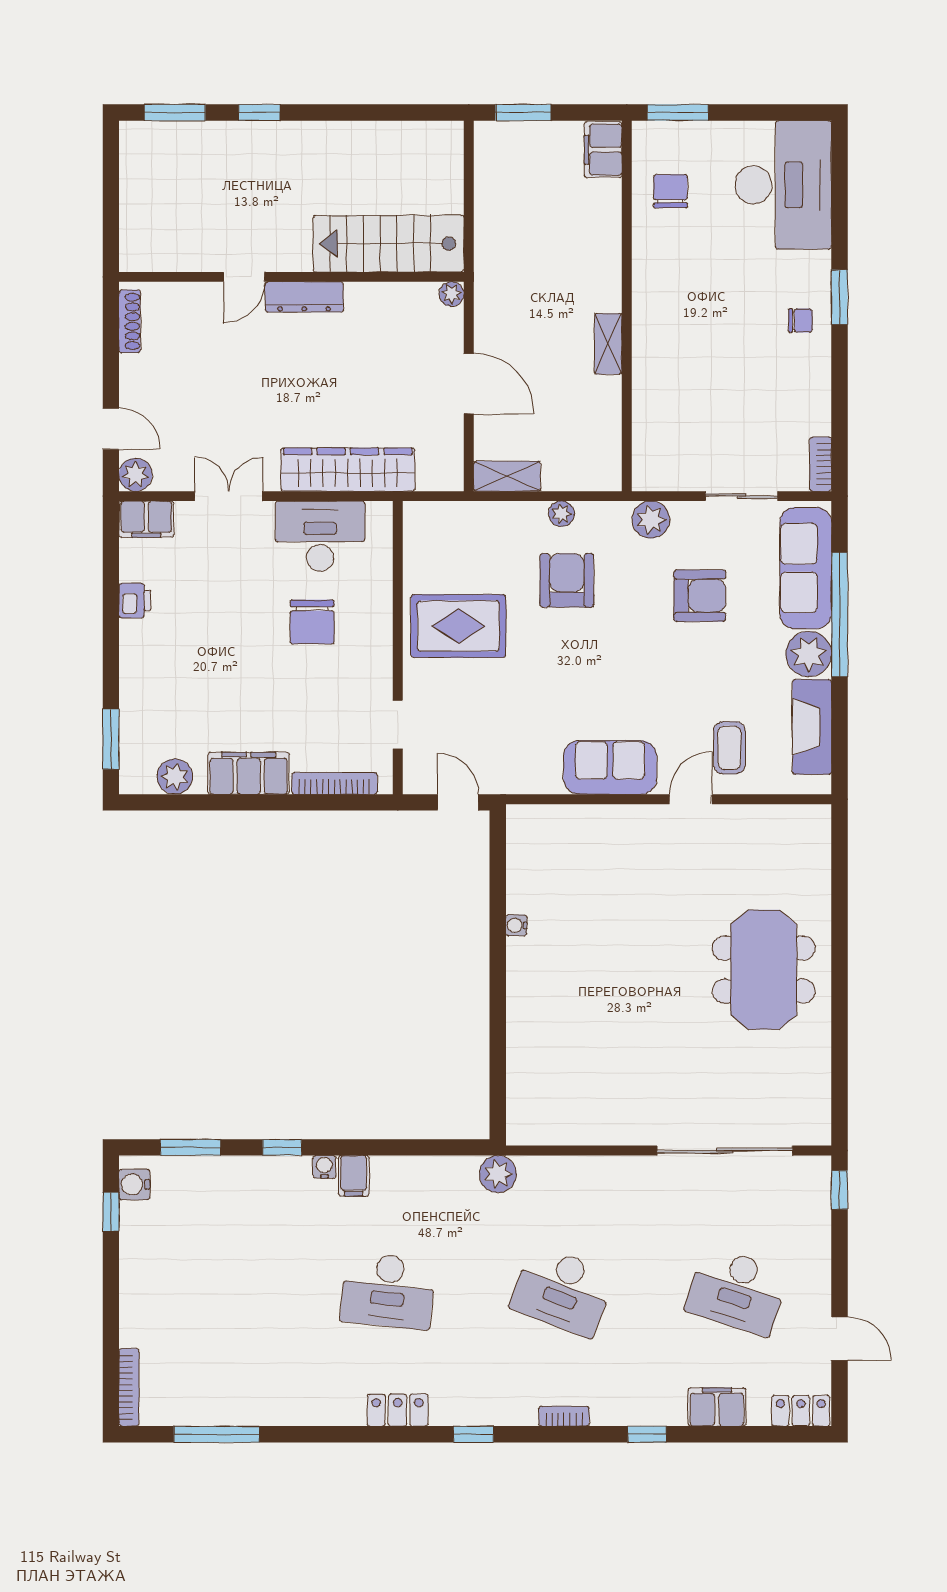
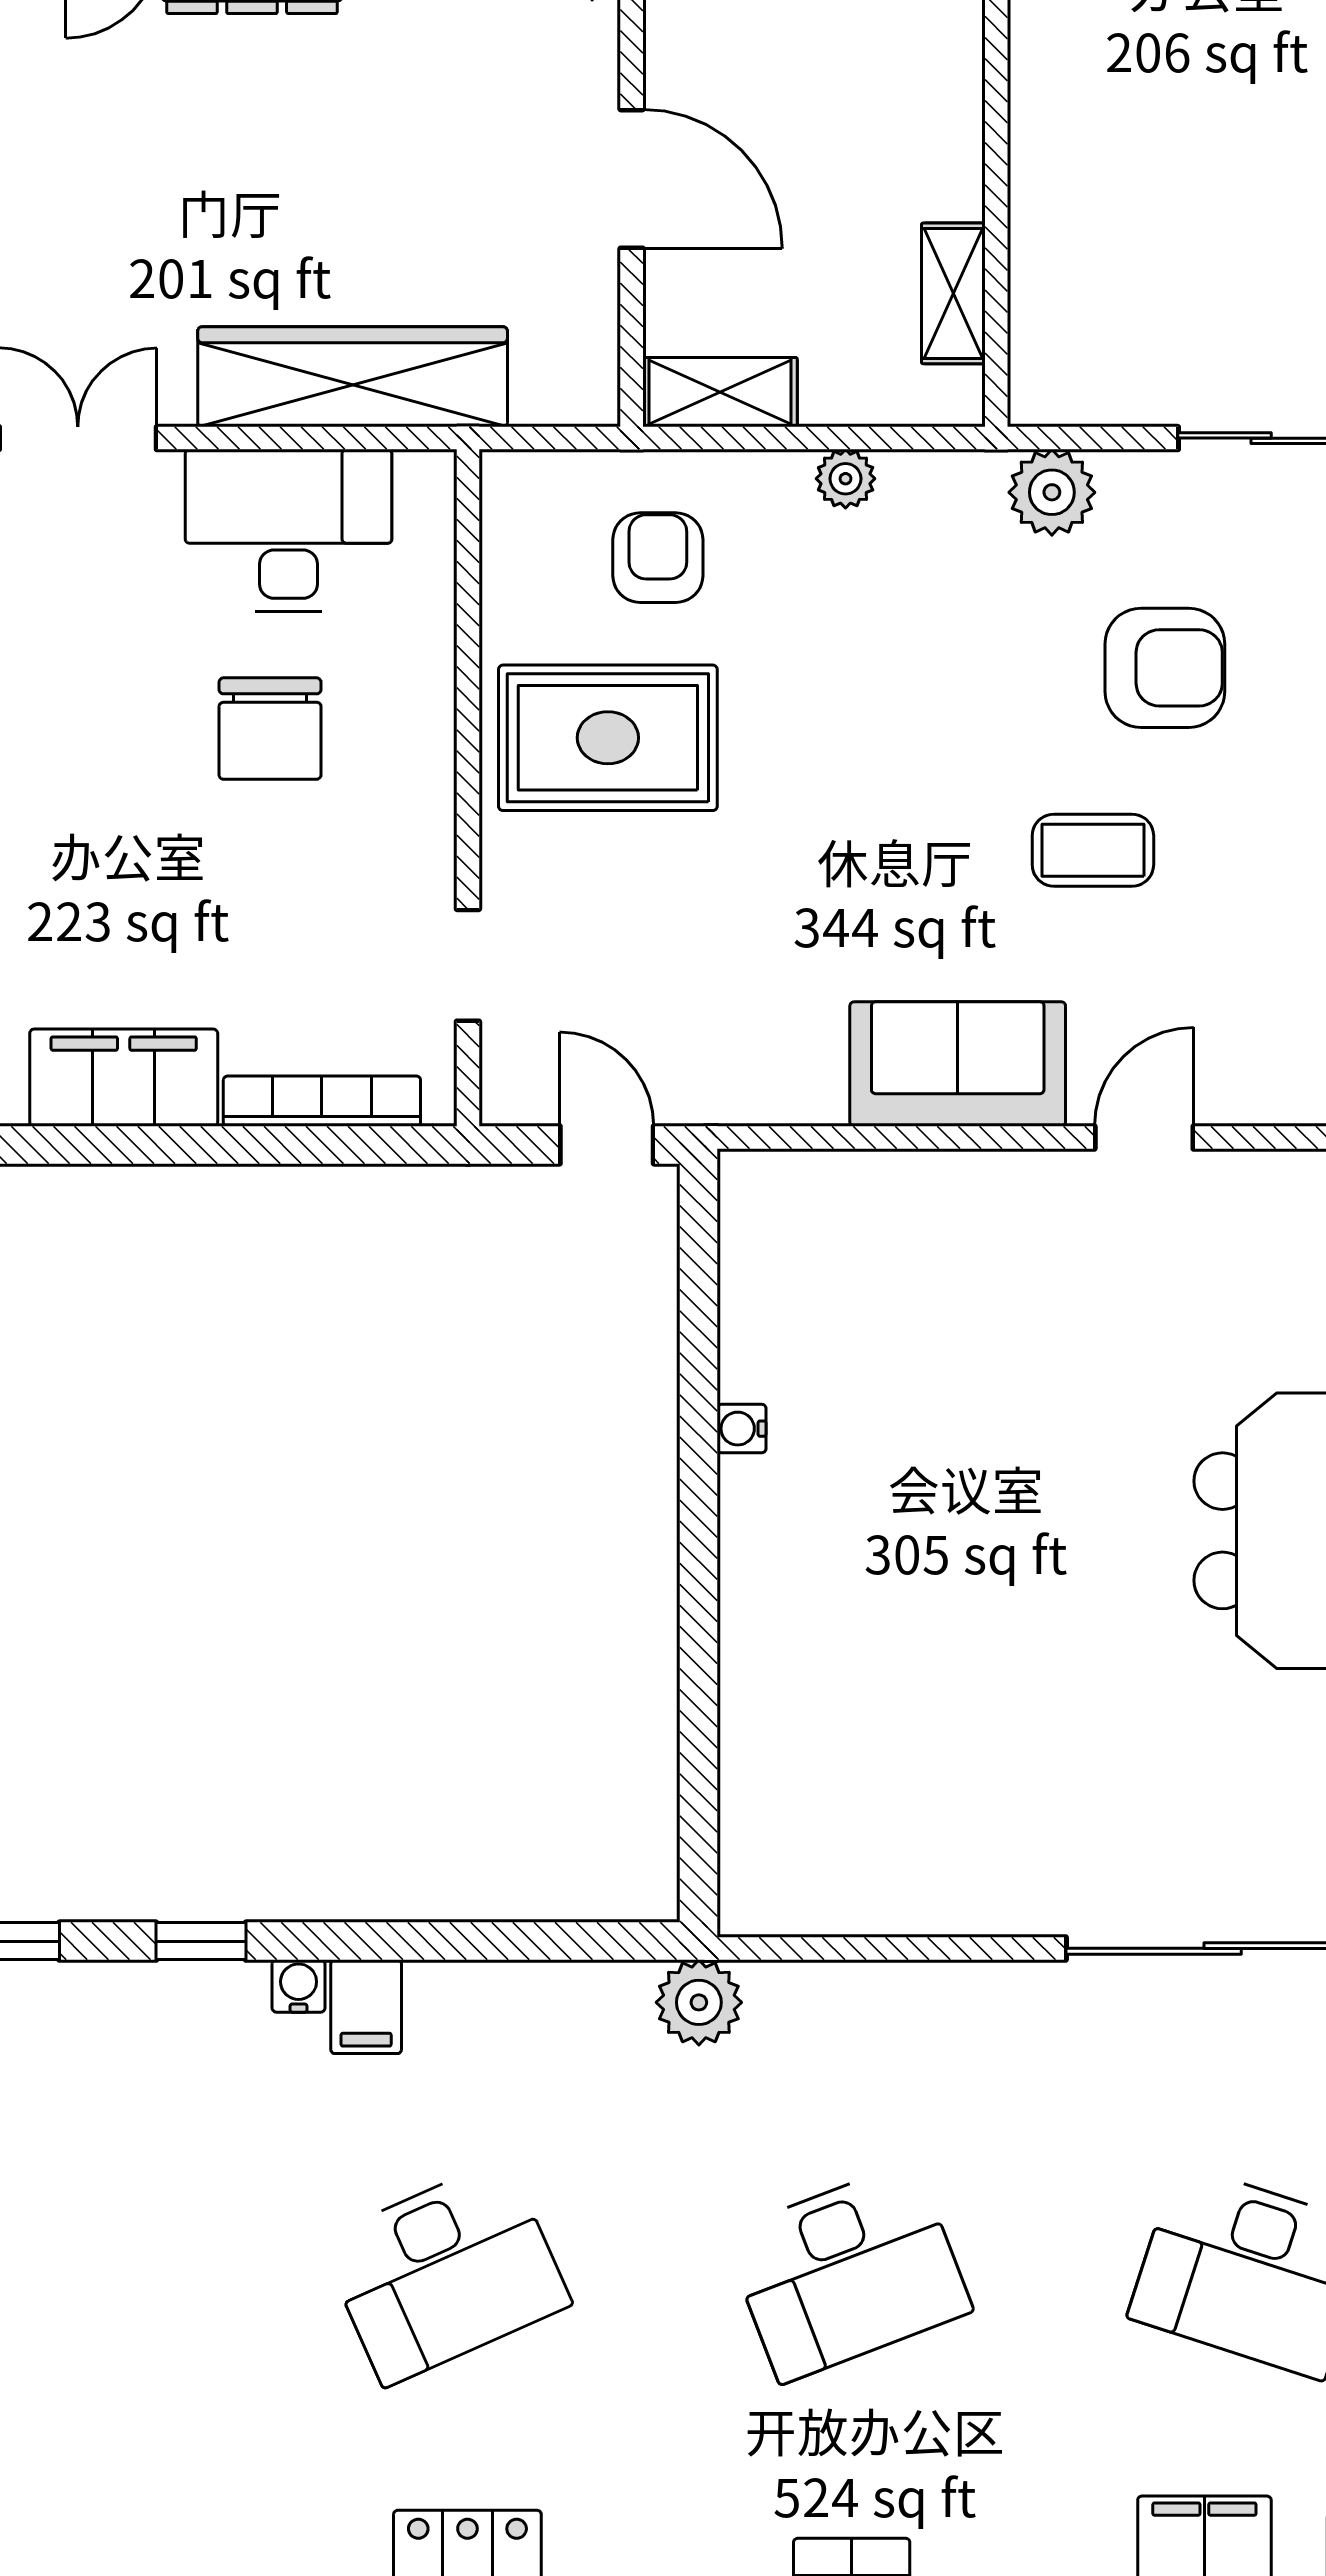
shelving: (608, 344) -> (953, 293), moved
armchair: (567, 580) -> (658, 558), moved, width x0.72, depth x0.72
coffee table: (729, 748) -> (1093, 850), moved, turned 90
desk: (388, 1291) -> (445, 2272), turned -30
desk: (562, 1291) -> (848, 2272), turned -42

